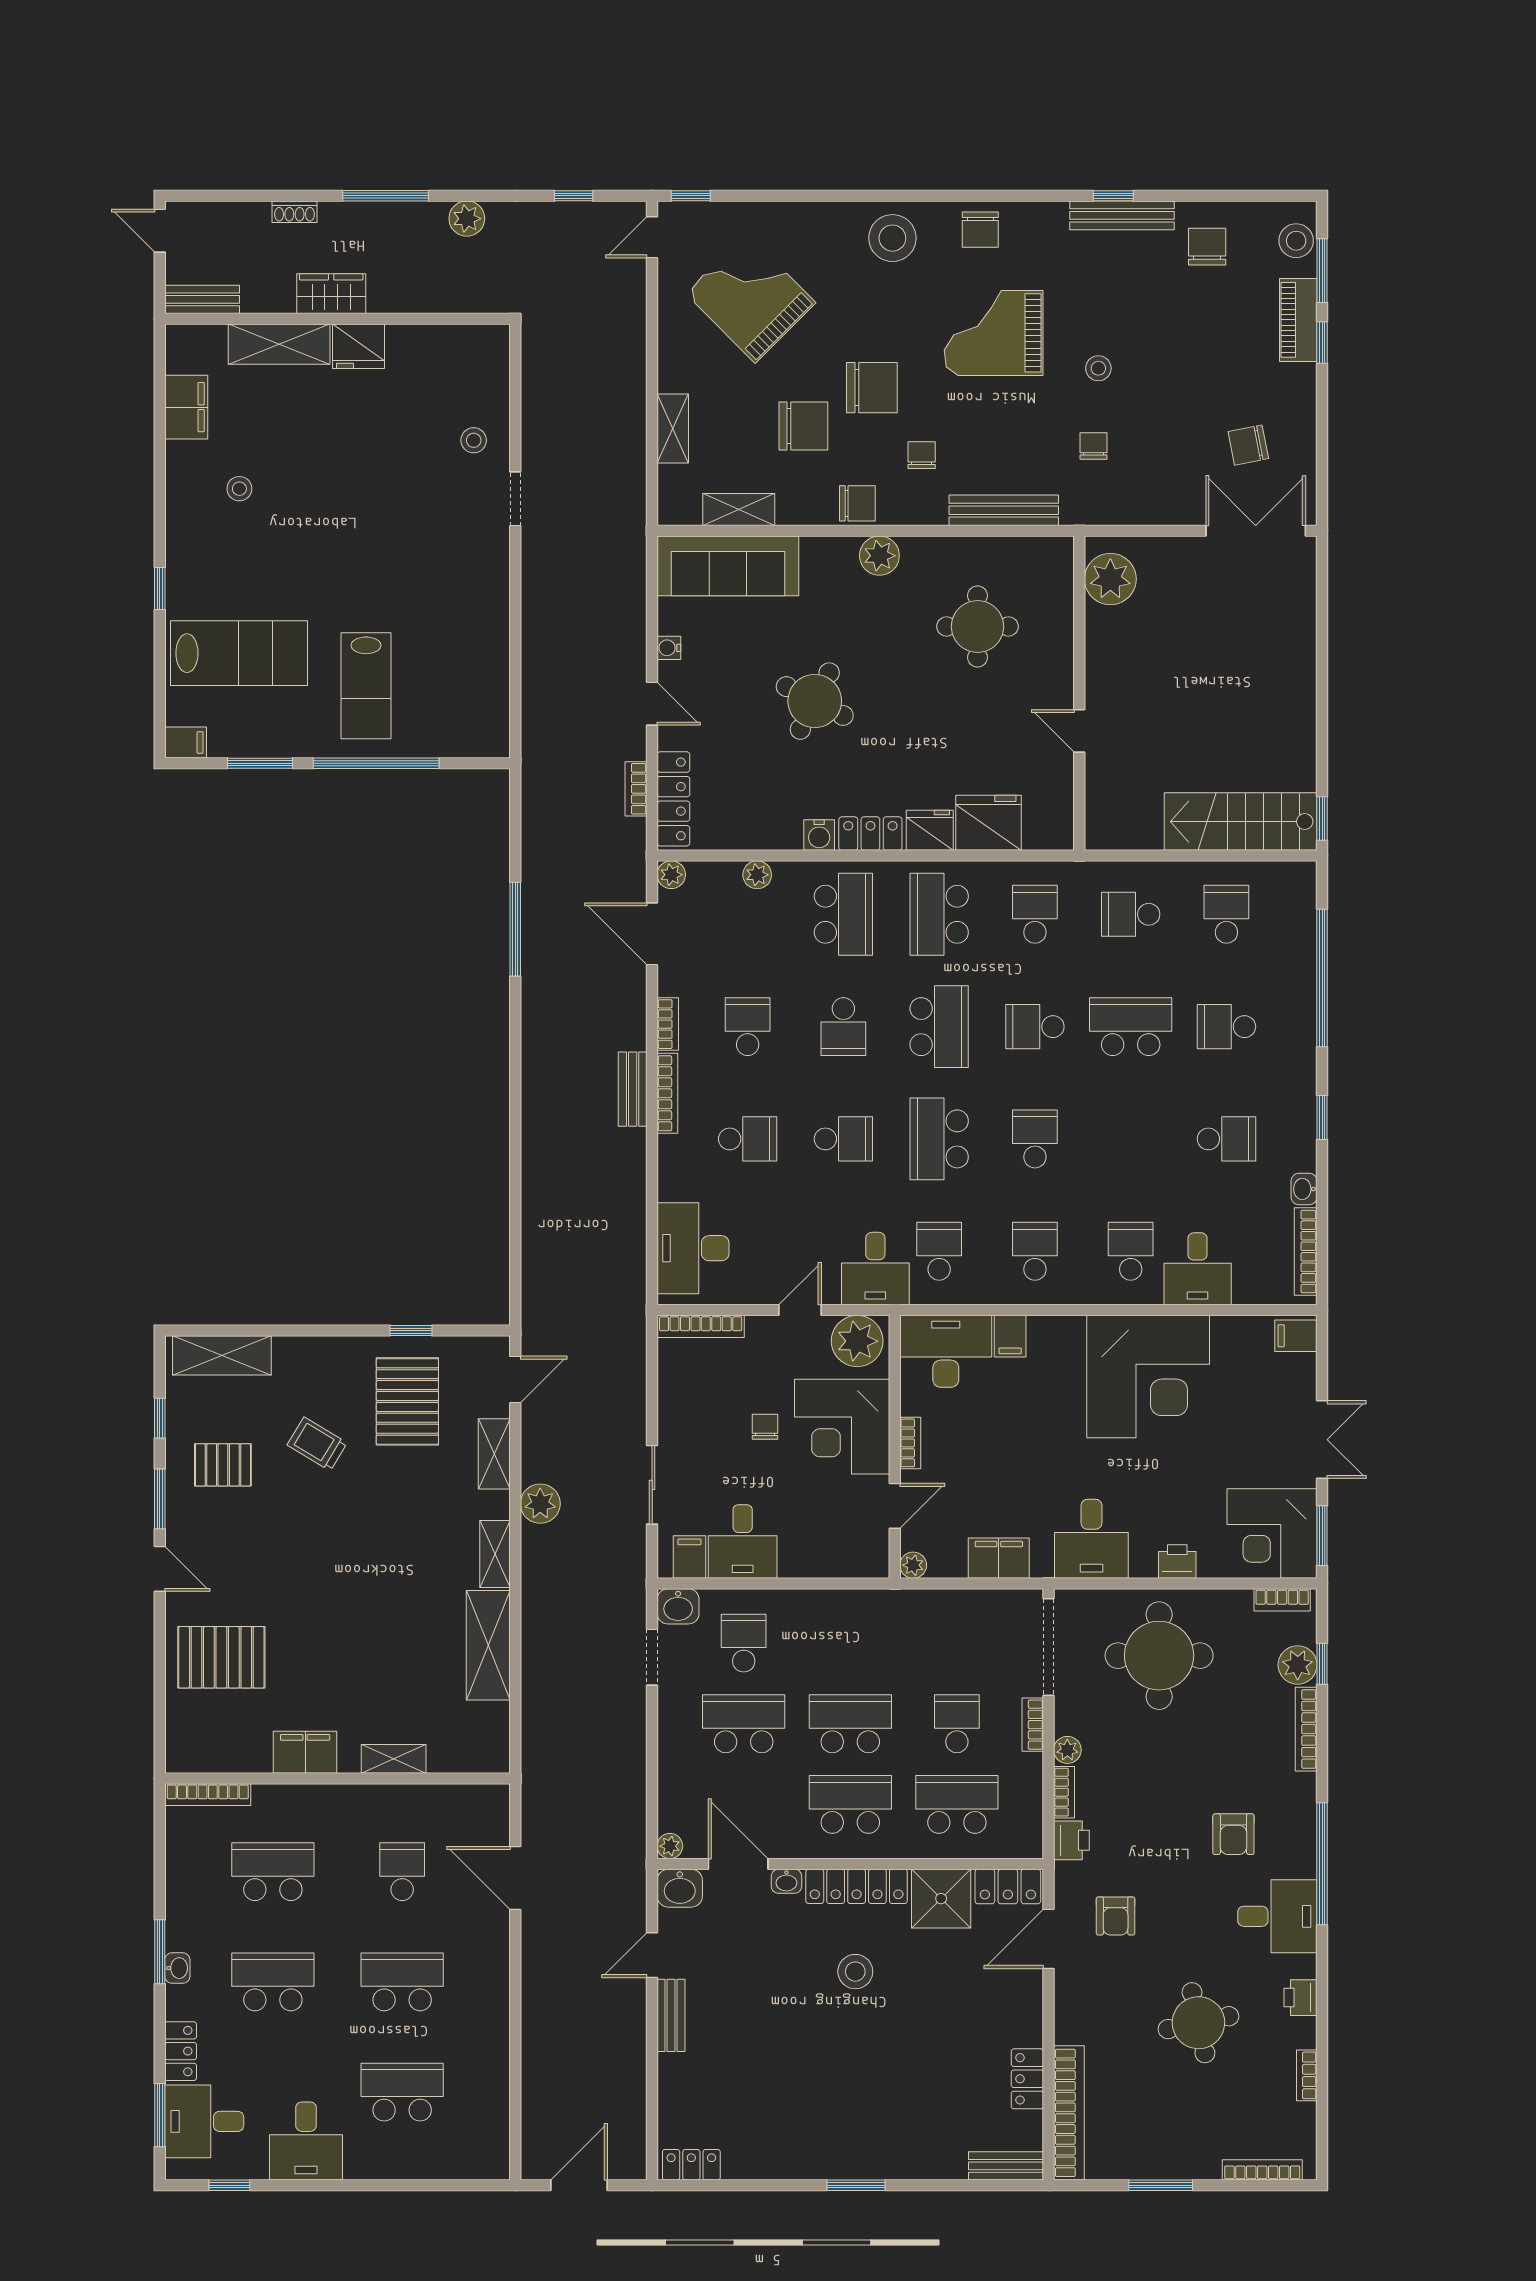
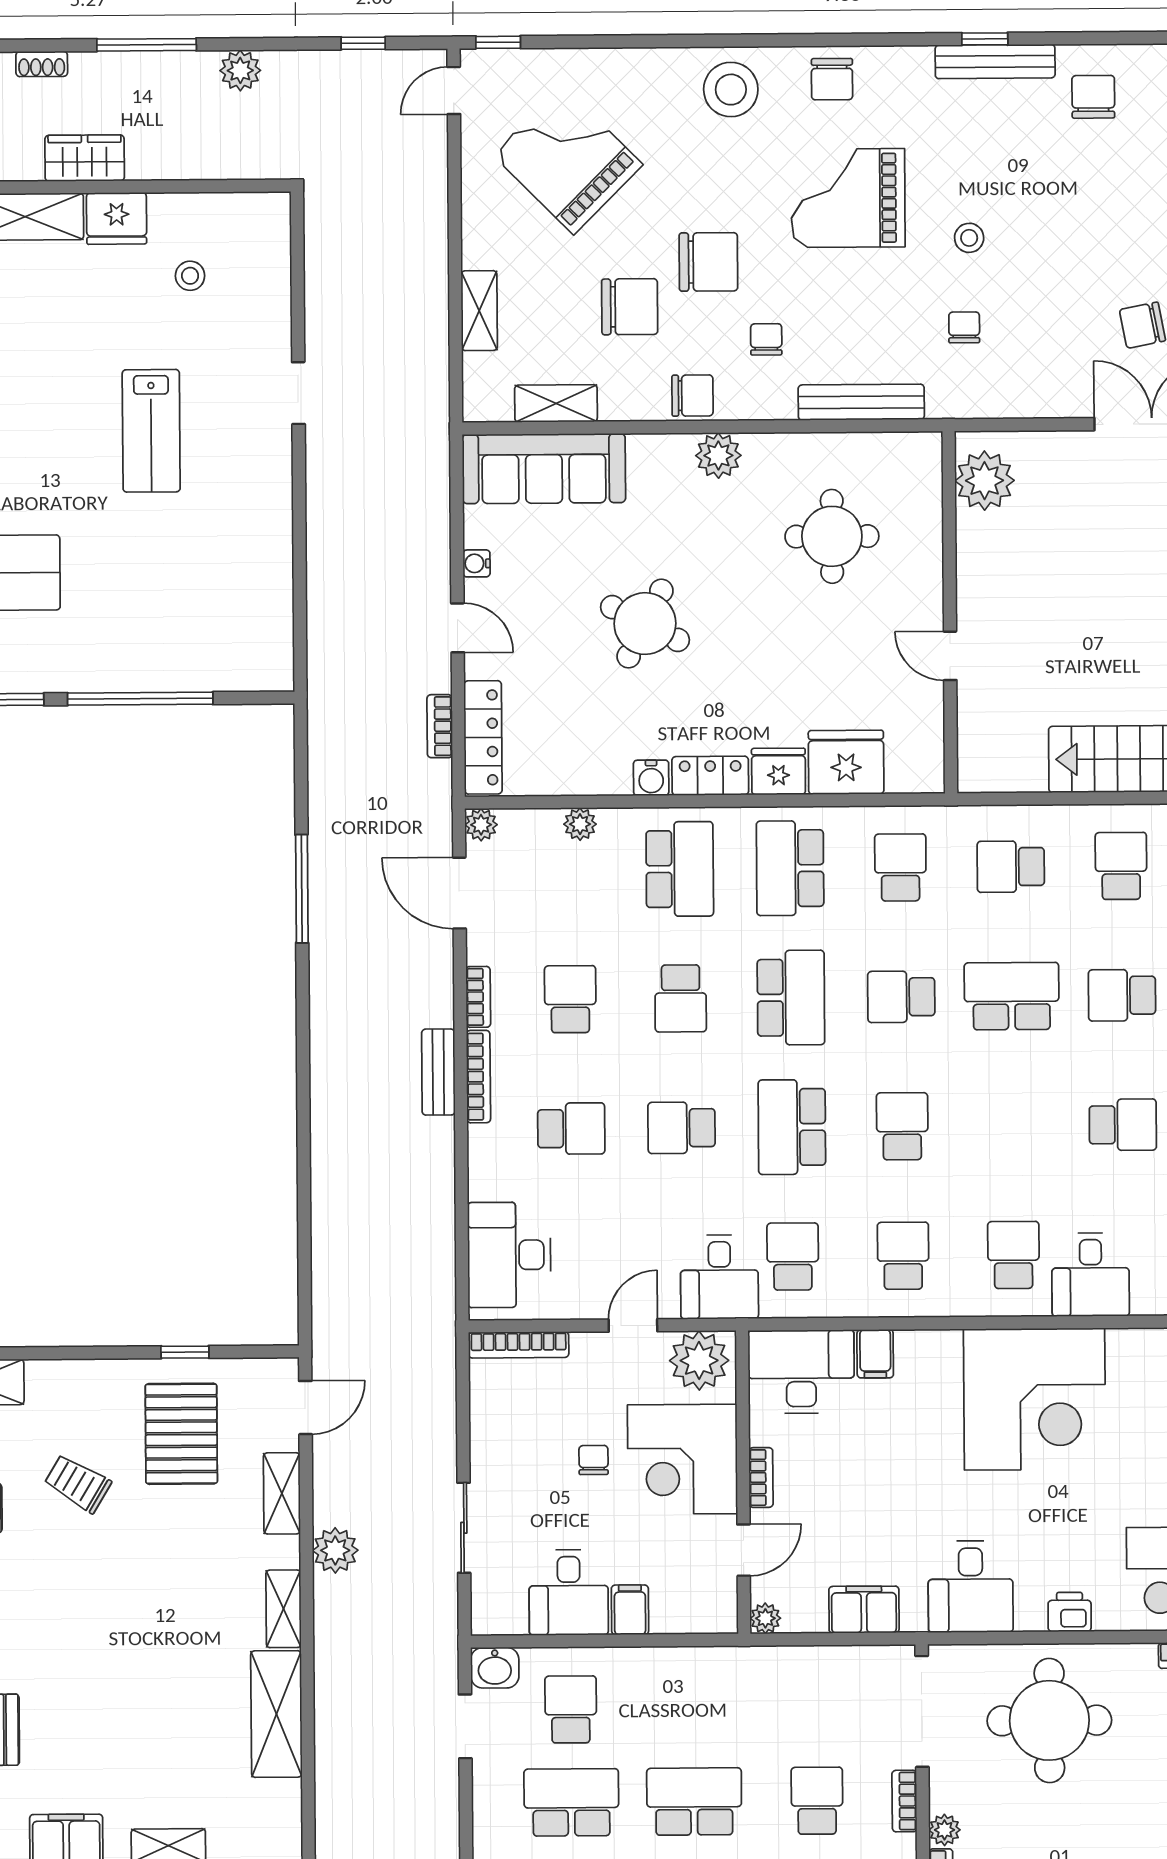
stool: (474, 440) -> (190, 276), moved
lab bench: (366, 686) -> (151, 431), moved
school desk: (843, 1139) -> (682, 1128), turned 180
filing cabinet: (689, 1557) -> (630, 1610), moved

